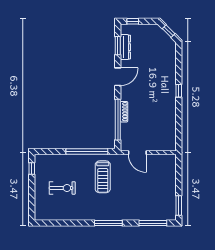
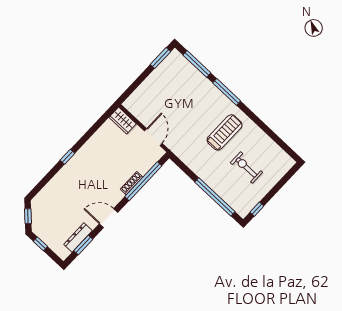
window: (133, 21) -> (40, 244), moved
wardrobe: (166, 145) -> (123, 121), added
window: (87, 152) -> (215, 197), moved
treadmill: (103, 177) -> (224, 132), moved
window: (108, 223) -> (227, 92), moved

